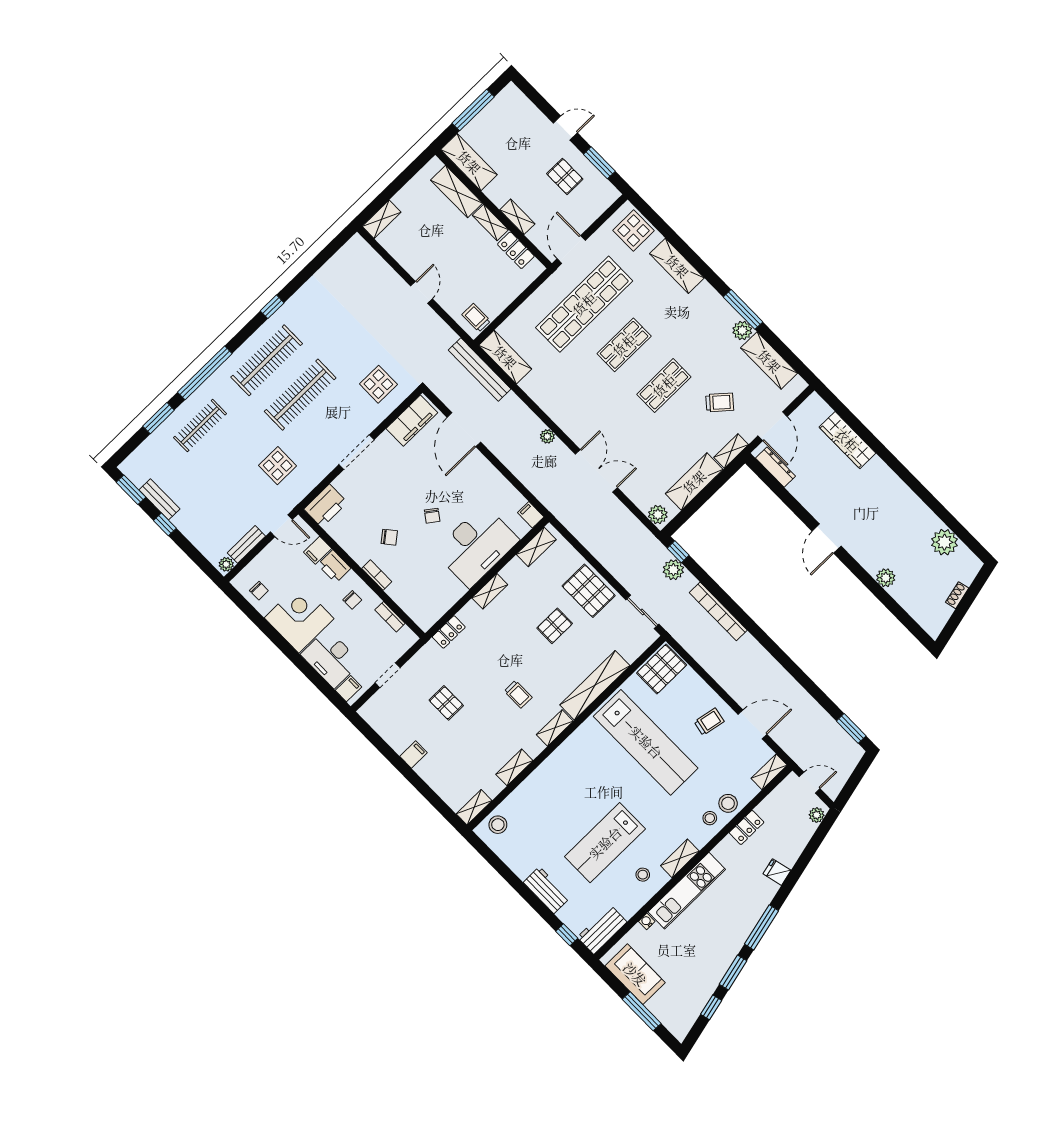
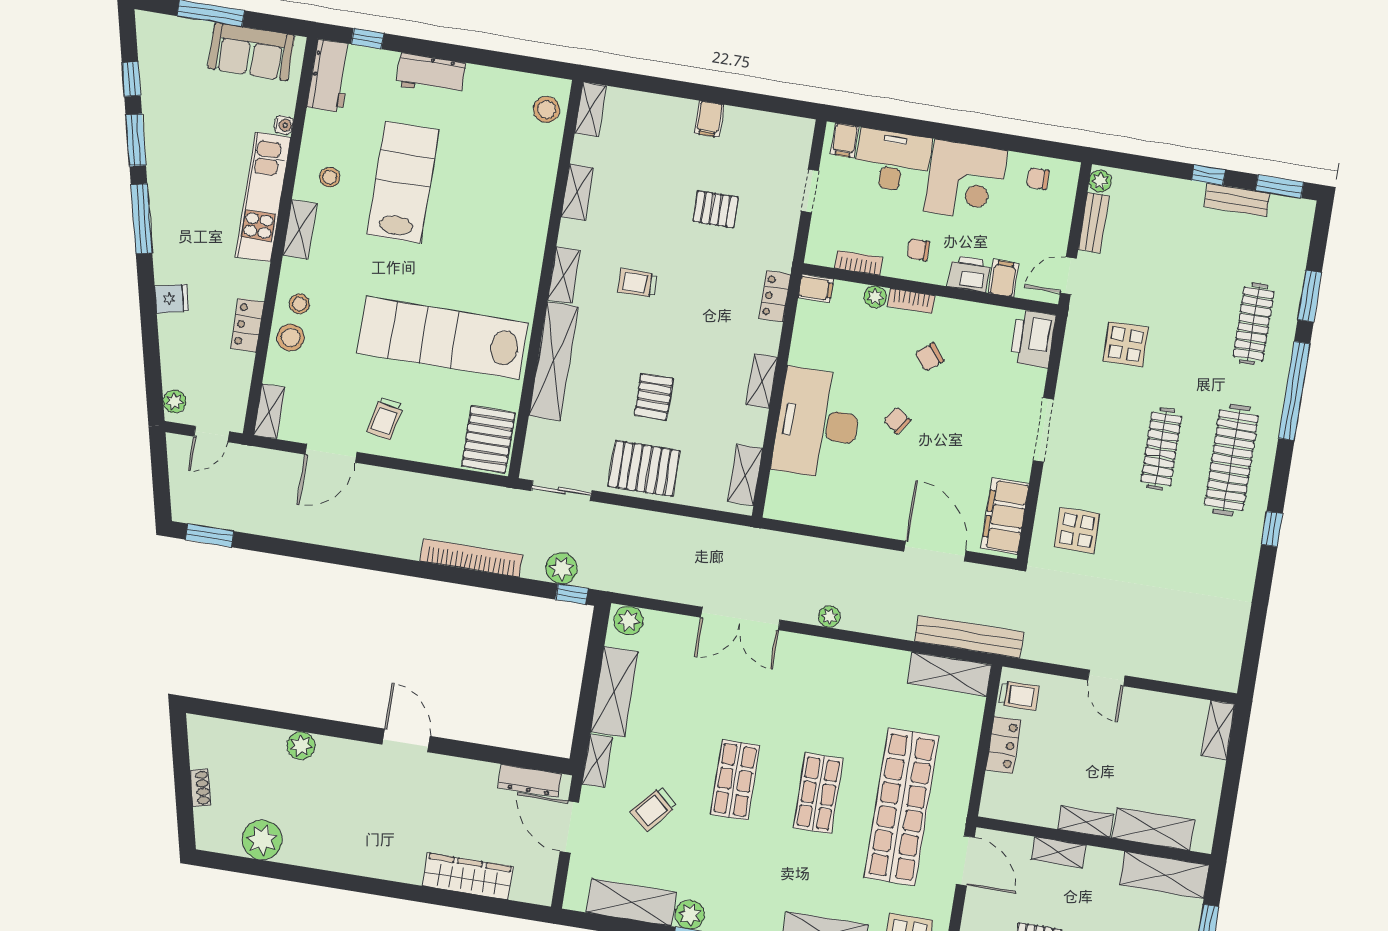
locker: (516, 250) -> (1003, 745), moved, turned 90
clothes rail: (300, 395) -> (1161, 449), width x0.73, depth x0.76
filing cabinet: (531, 515) -> (816, 288), moved
plant: (395, 592) -> (875, 297), added

